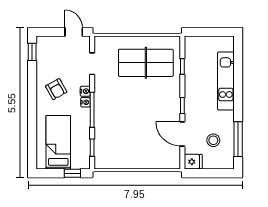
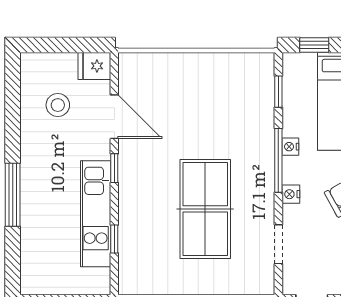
table tennis table: (146, 63) -> (205, 209), moved, turned 90
kitchen unit: (226, 81) -> (96, 214), moved, turned 180
nightstand: (85, 102) -> (290, 147), moved
window: (238, 139) -> (13, 195), moved

